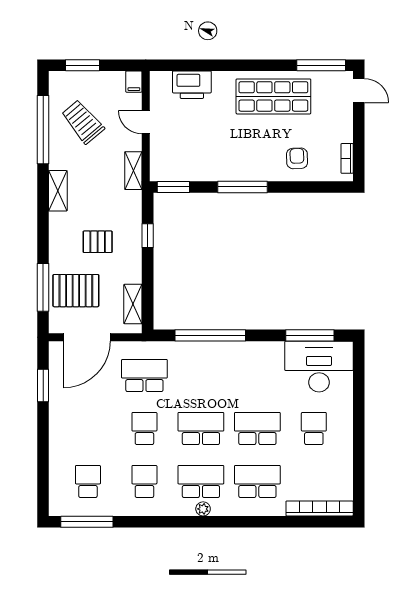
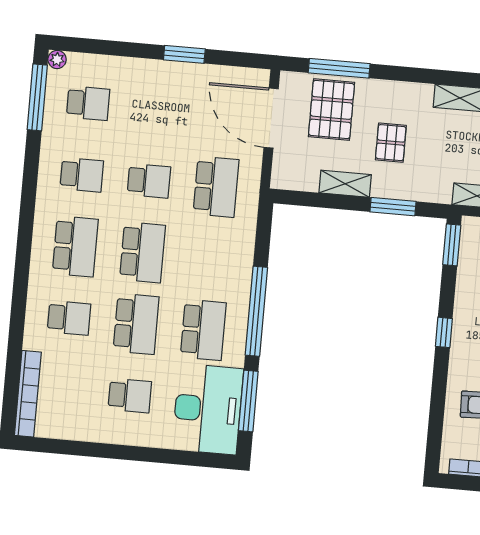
window: (243, 187) -> (444, 332), width x0.46
window: (148, 236) -> (393, 207), width x1.50
shelving: (133, 304) -> (345, 184), moved
window: (210, 335) -> (256, 311), moved
school desk: (257, 376) -> (203, 330), added
window: (43, 386) -> (184, 54), moved
school desk: (257, 482) -> (69, 318), width x0.54
plant: (203, 509) -> (57, 59), moved

